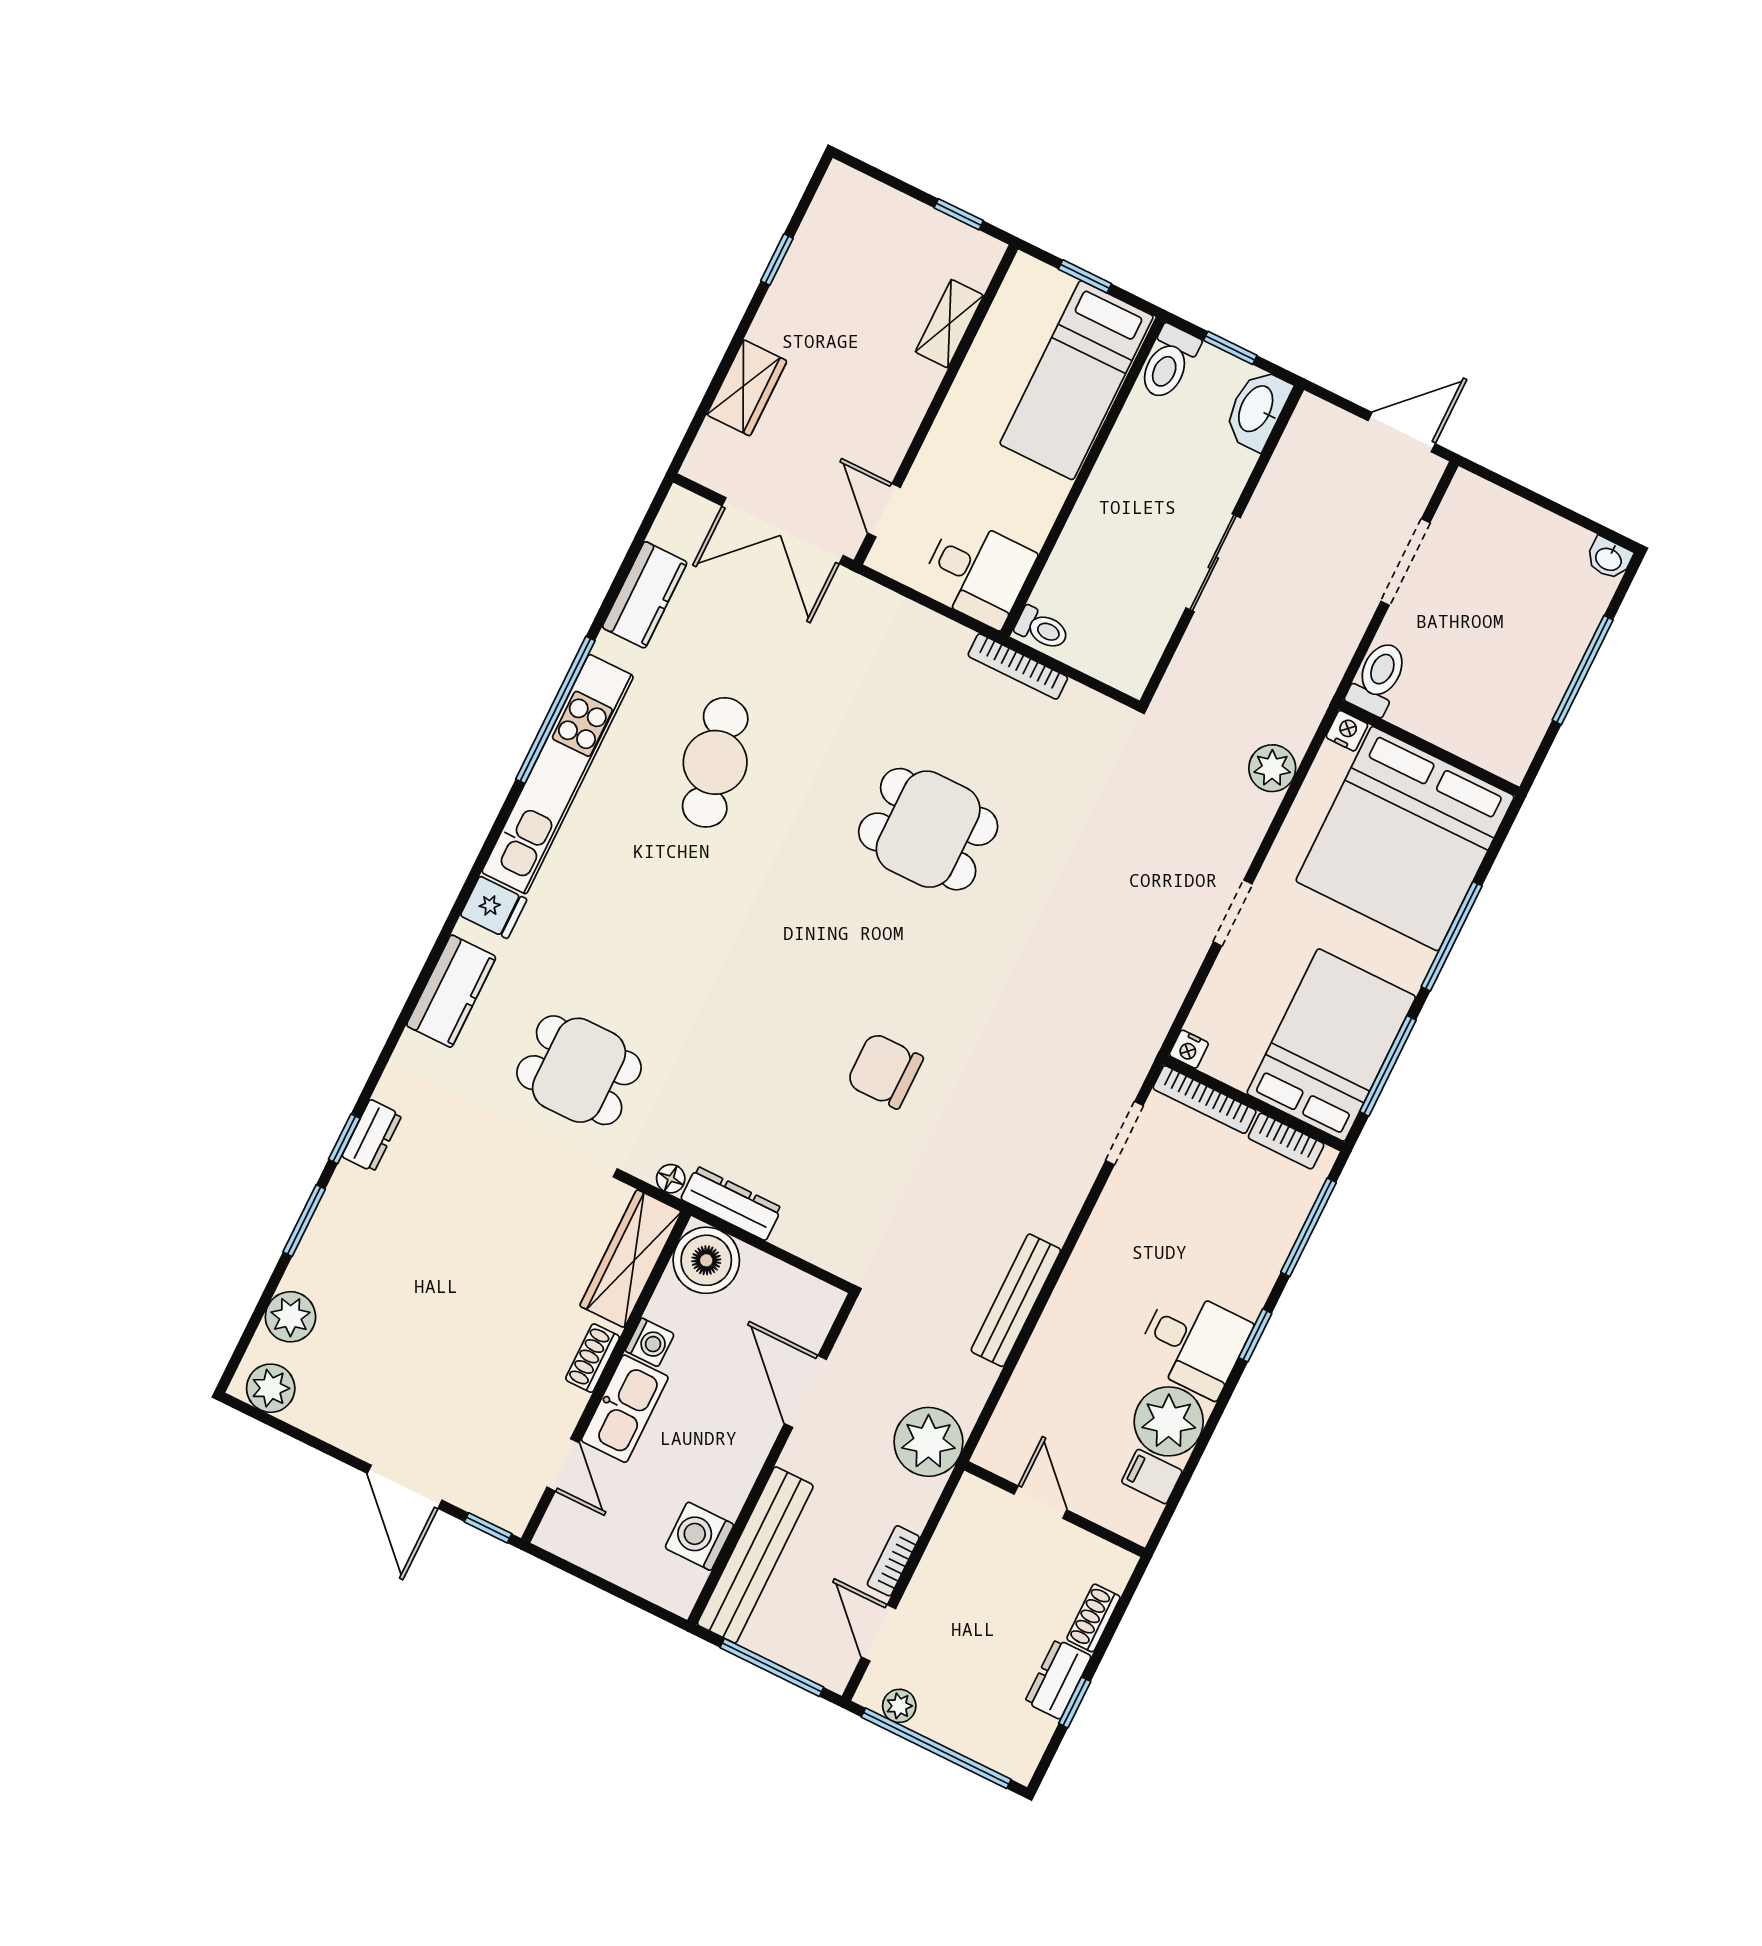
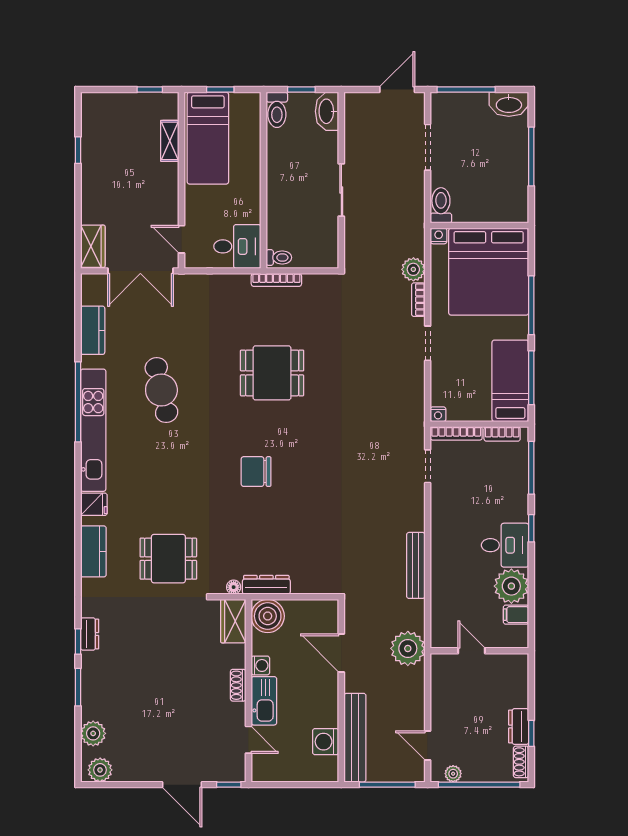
bed: (1077, 380) -> (208, 138), moved
wardrobe: (747, 388) -> (93, 246), moved
window: (1525, 493) -> (466, 90), added
washbasin: (1609, 558) -> (509, 104), width x1.91, depth x1.45
bed: (1331, 1045) -> (510, 381), width x0.67
chair: (885, 1071) -> (256, 472), moved
wardrobe: (631, 1259) -> (233, 621), width x0.67
bookcase: (893, 1561) -> (418, 300), moved
shoe rack: (1093, 1618) -> (521, 762), moved

